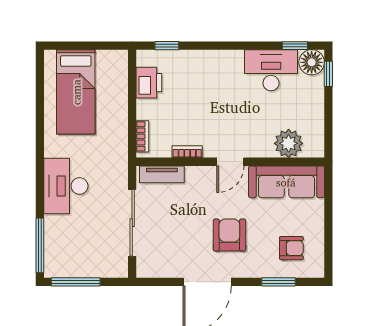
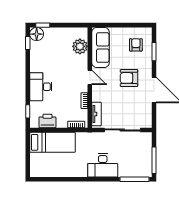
desk: (271, 70) -> (41, 87), moved
bed: (76, 92) -> (52, 142), moved

